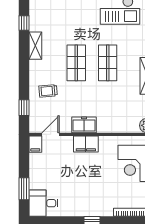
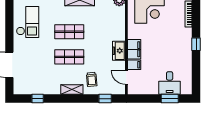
shelving: (35, 46) -> (72, 90), moved
filing cabinet: (35, 144) -> (134, 65), moved
desk: (44, 203) -> (170, 83), moved

